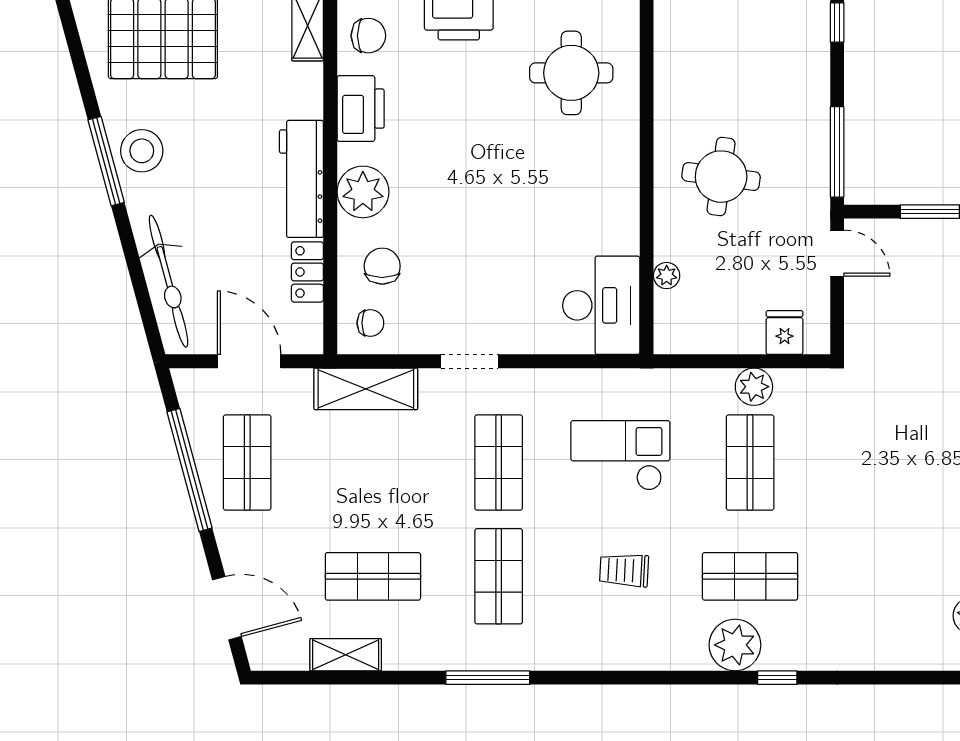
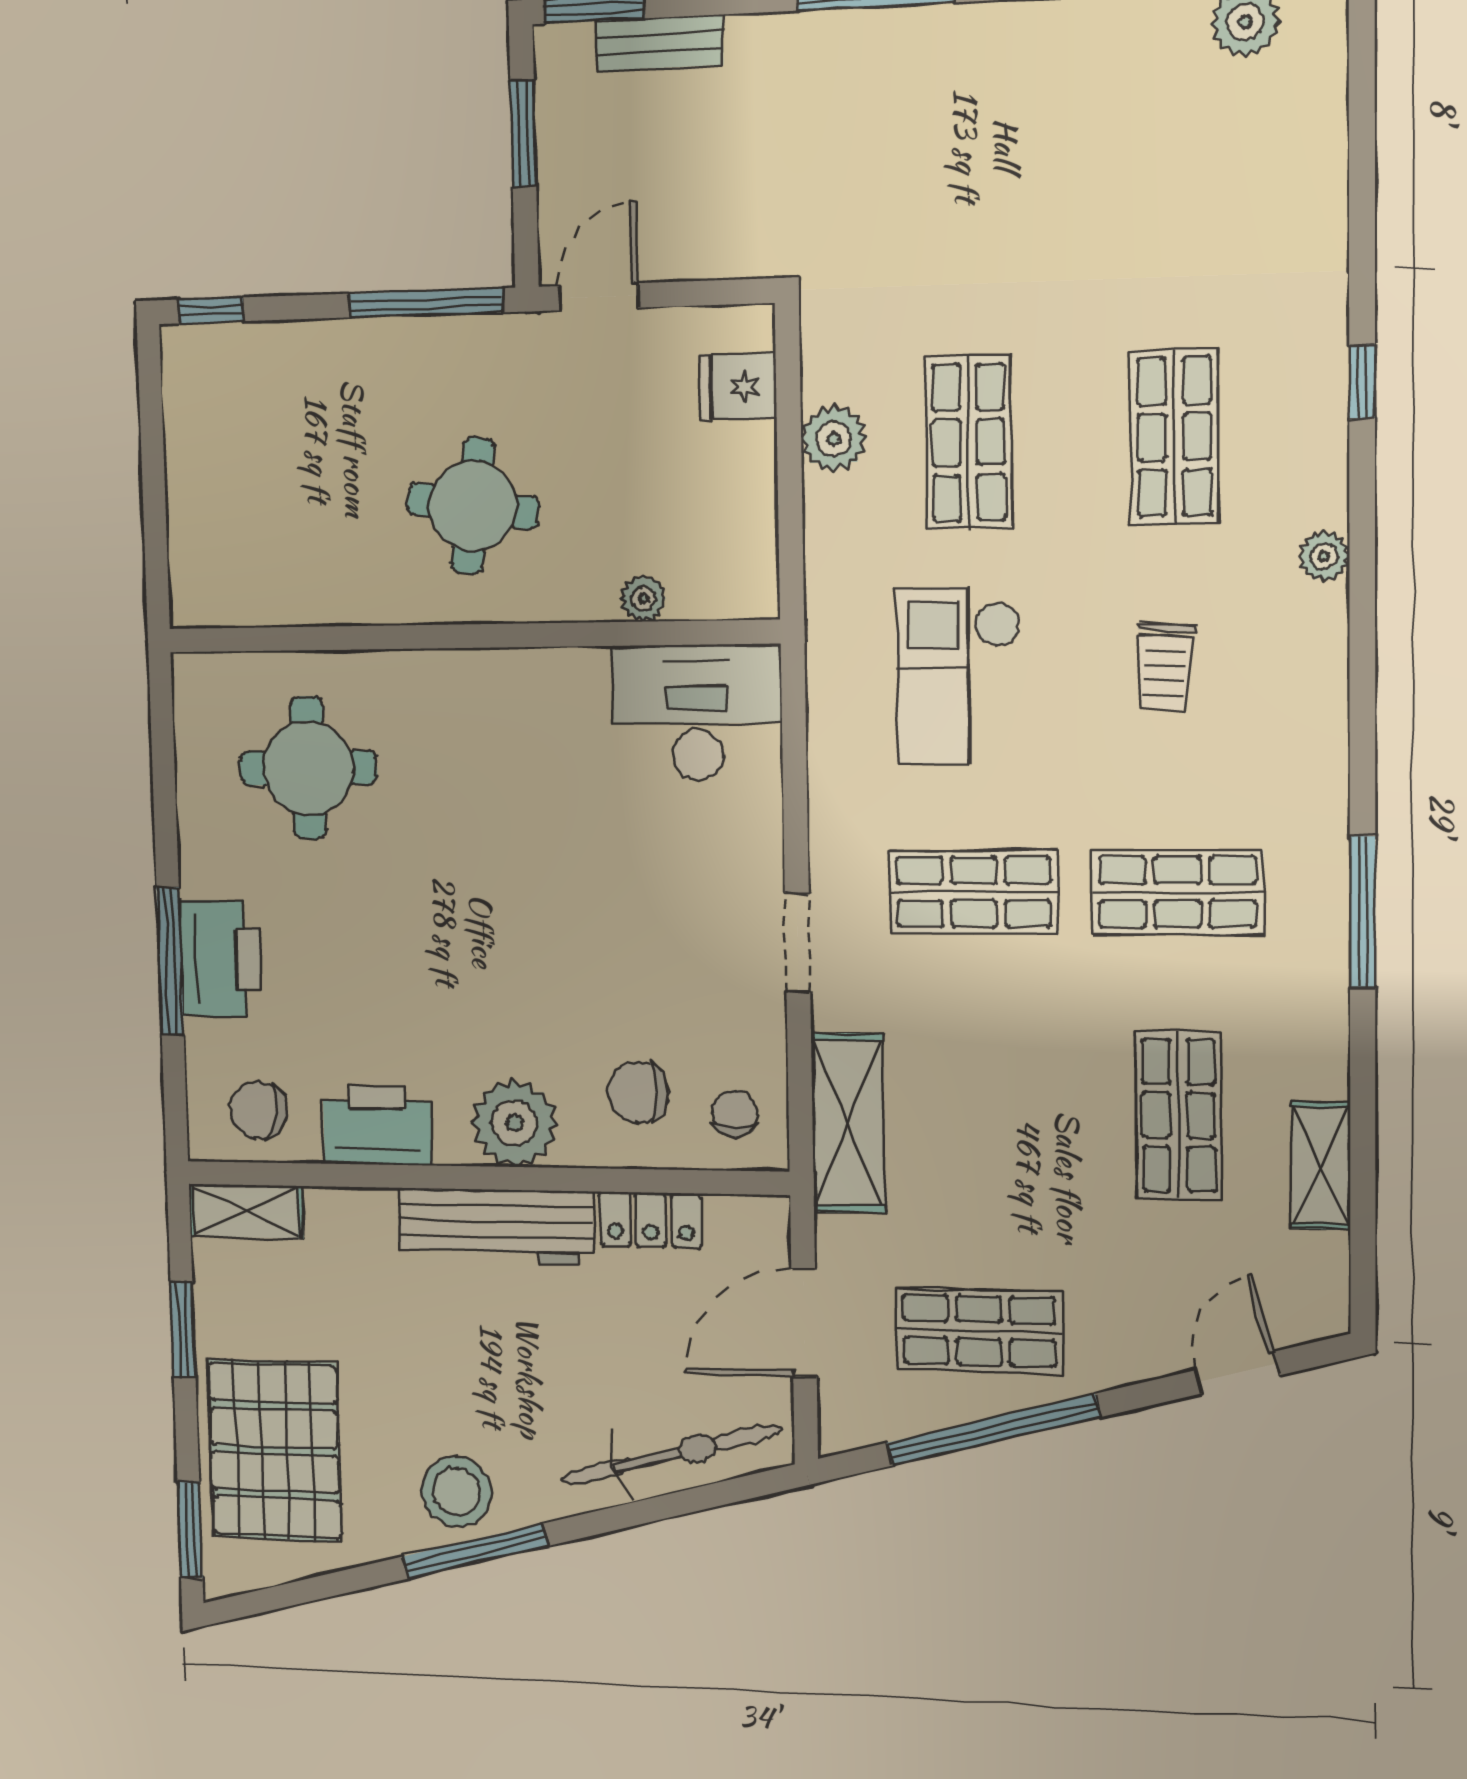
chair: (368, 36) -> (259, 1110), turned -81
shop shelf: (750, 463) -> (968, 442), turned 90
door: (227, 608) -> (1237, 1373), width x0.73
plant: (735, 645) -> (1324, 556), moved, width x0.53, depth x0.53

